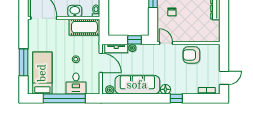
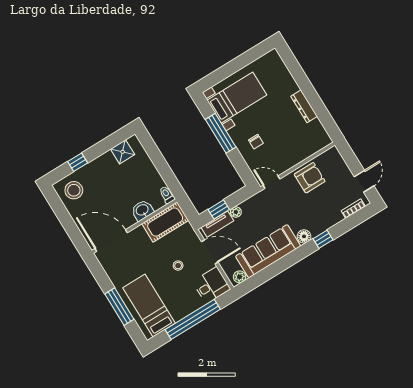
window: (134, 40) -> (219, 210), moved
armchair: (191, 55) -> (310, 178), turned 180
desk: (76, 84) -> (211, 285), moved, turned -90

